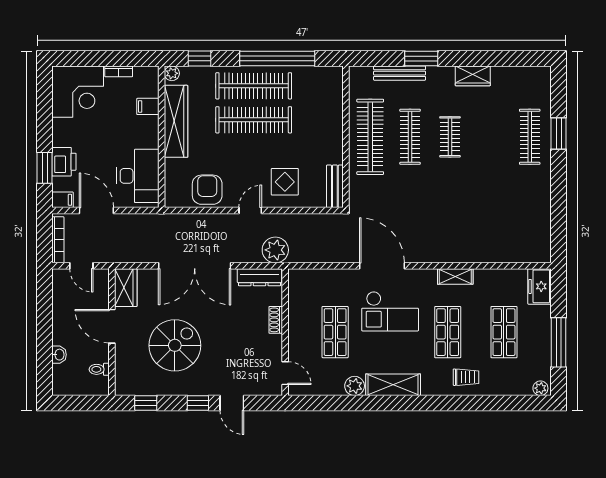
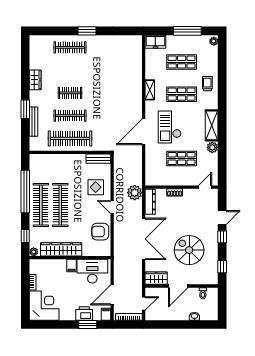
filing cabinet: (148, 106) -> (72, 265), moved
window: (559, 134) -> (87, 31), moved
checkout: (390, 311) -> (170, 127), turned 180

